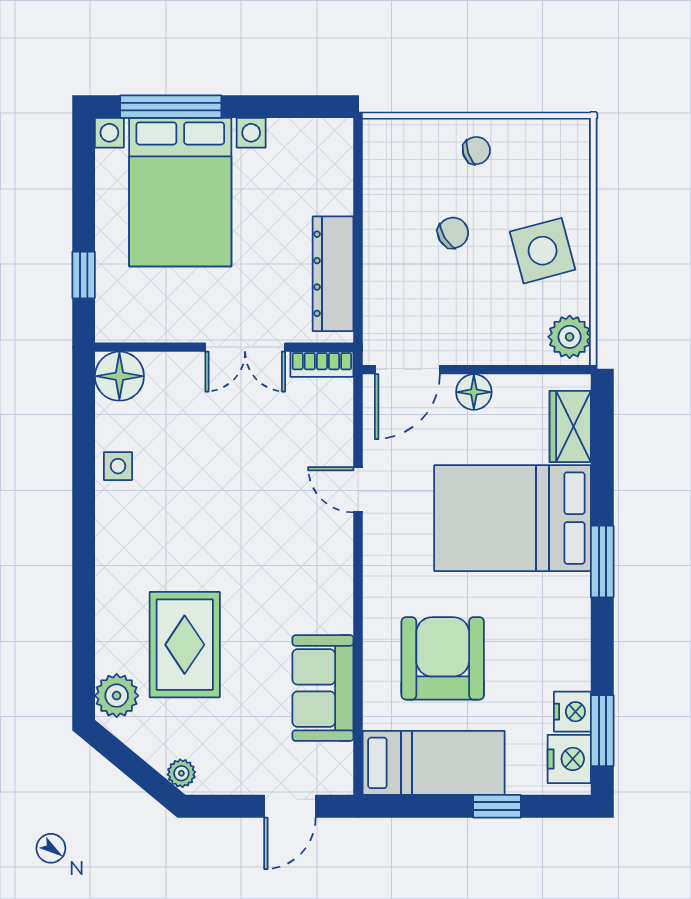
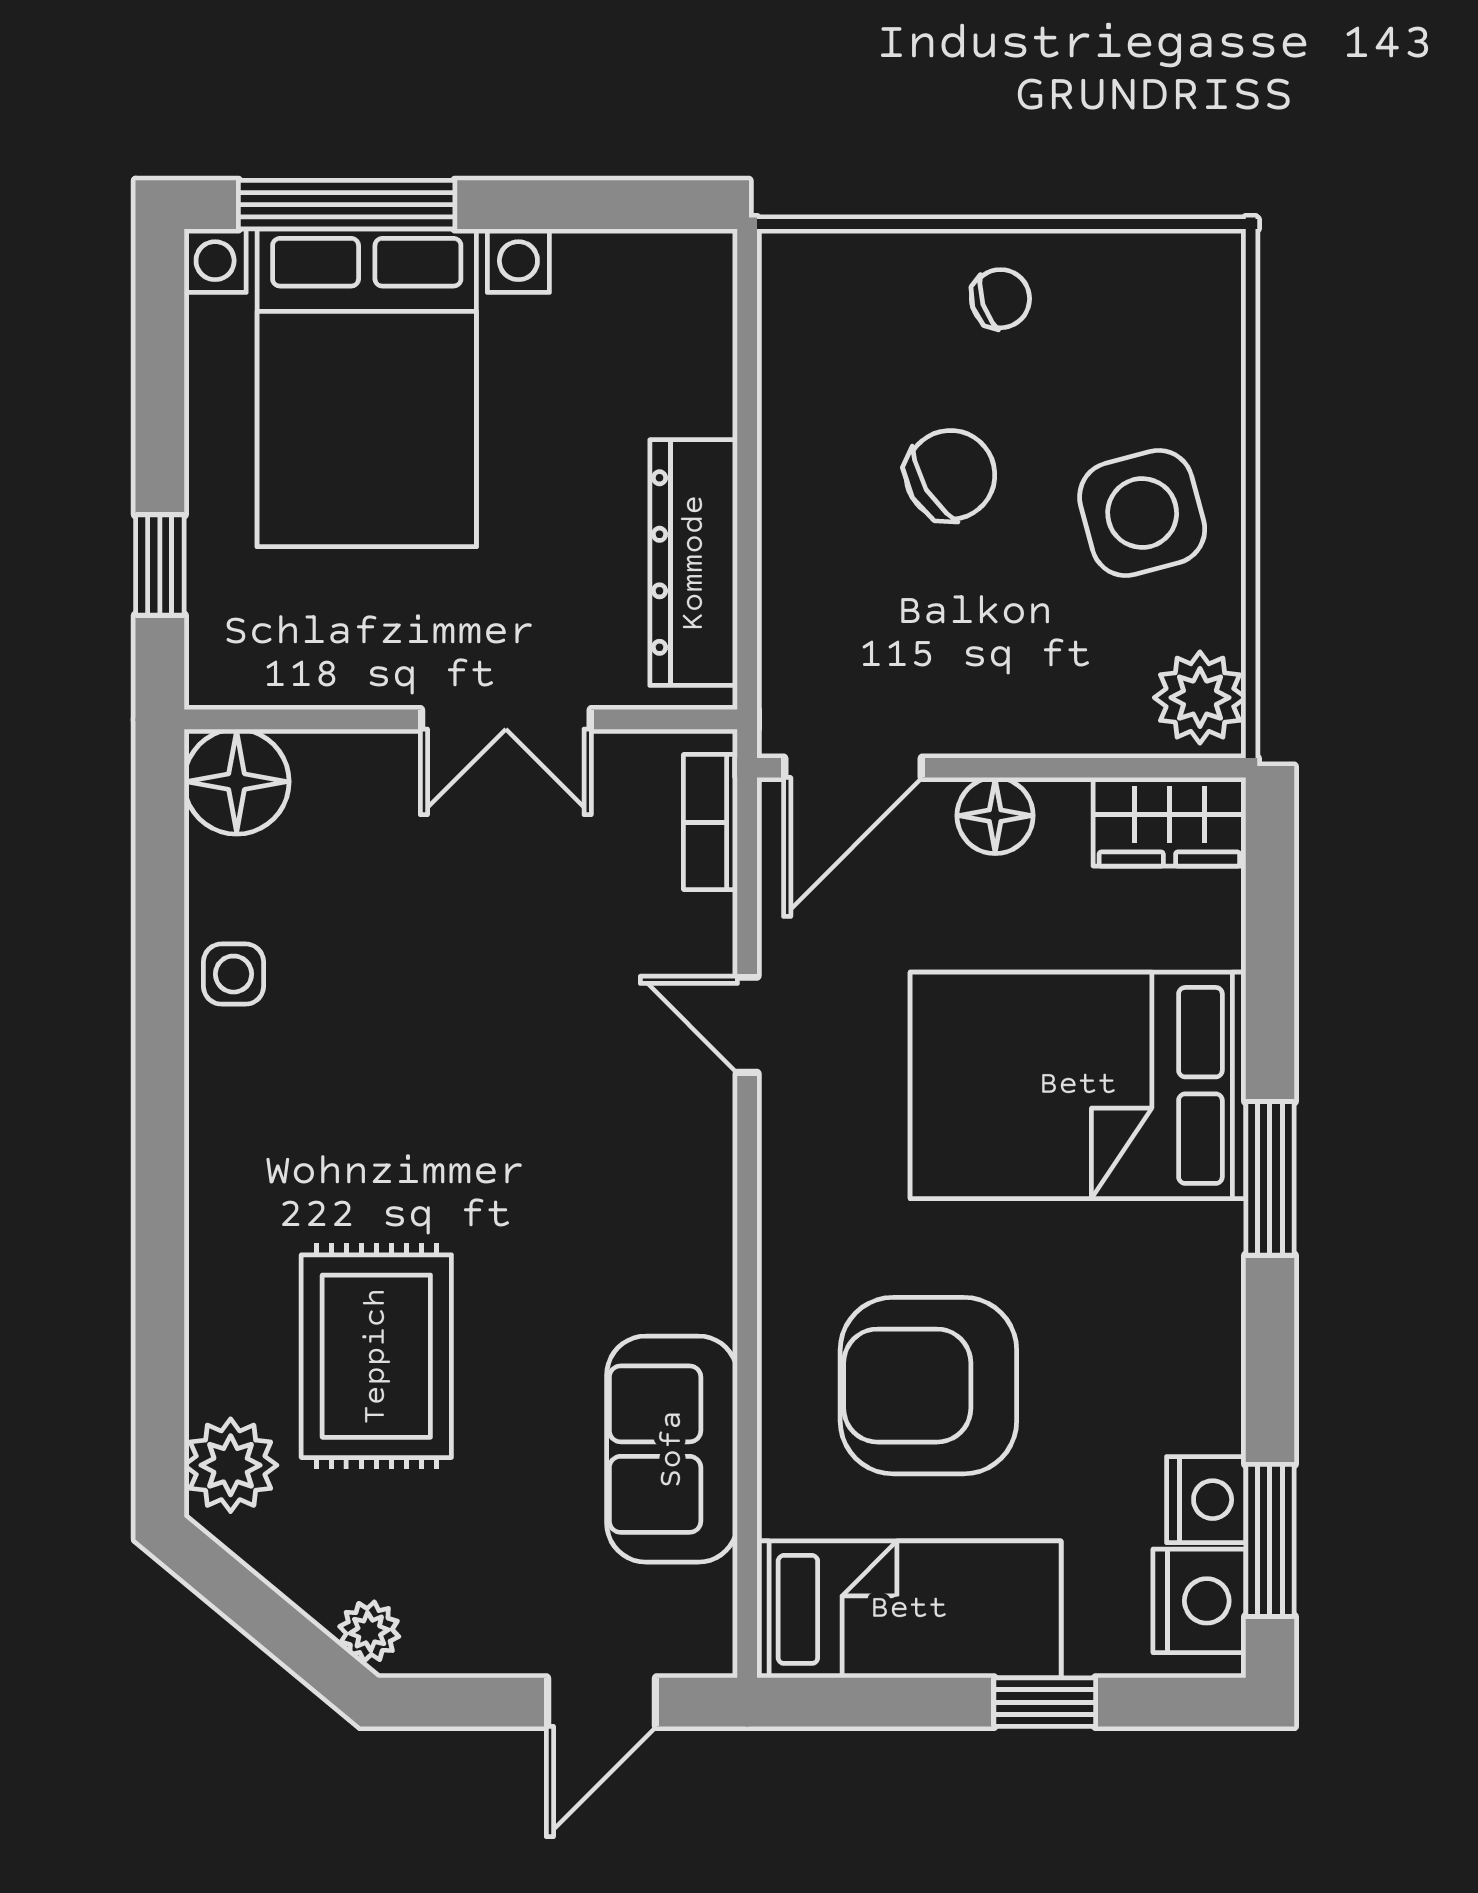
chair: (453, 233) -> (950, 475), width x1.37, depth x1.37
bookcase: (322, 364) -> (710, 822), moved, turned 90
wardrobe: (570, 426) -> (1169, 822), moved, turned -90
armchair: (443, 658) -> (928, 1386), turned -90

